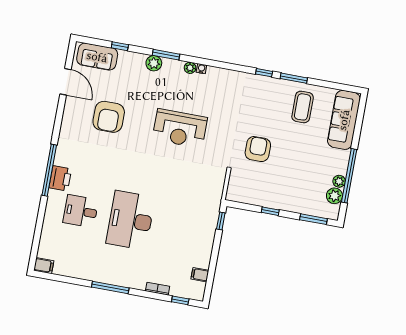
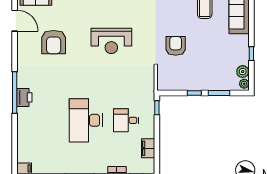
window: (349, 176) -> (251, 54), width x0.32
plant: (339, 181) -> (244, 84), moved
desk: (81, 211) -> (126, 120), moved
window: (313, 219) -> (219, 93), moved
filing cabinet: (200, 275) -> (148, 148), width x2.00

